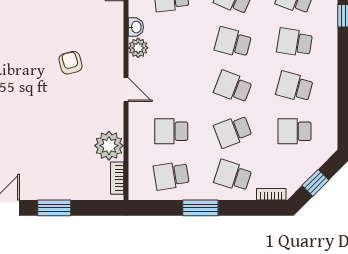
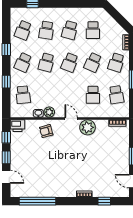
armchair: (71, 63) -> (46, 131), moved
door: (126, 90) -> (71, 118), hinge flipped
school desk: (233, 131) -> (93, 62), turned 45
plant: (109, 146) -> (88, 127), moved
window: (315, 183) -> (120, 19), removed

